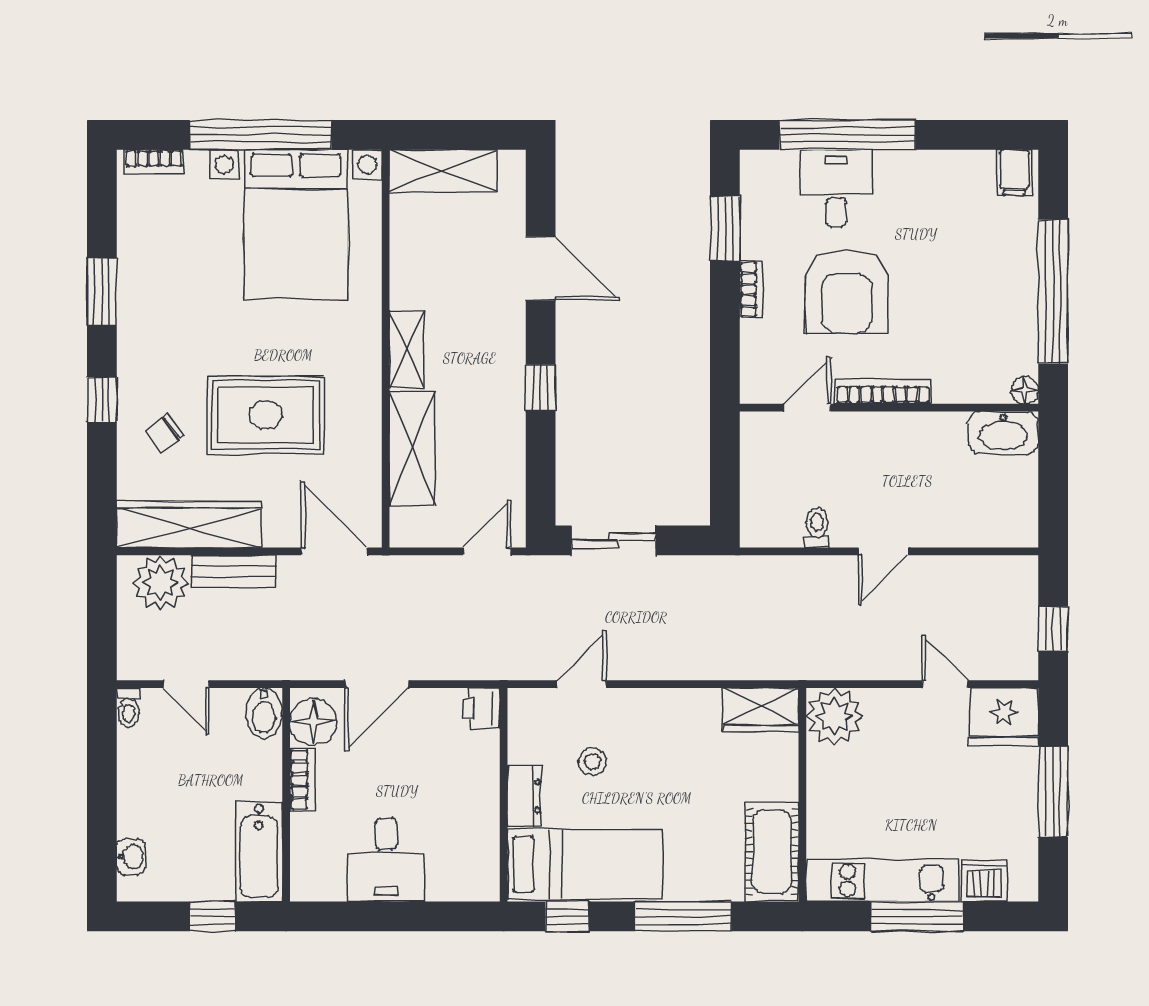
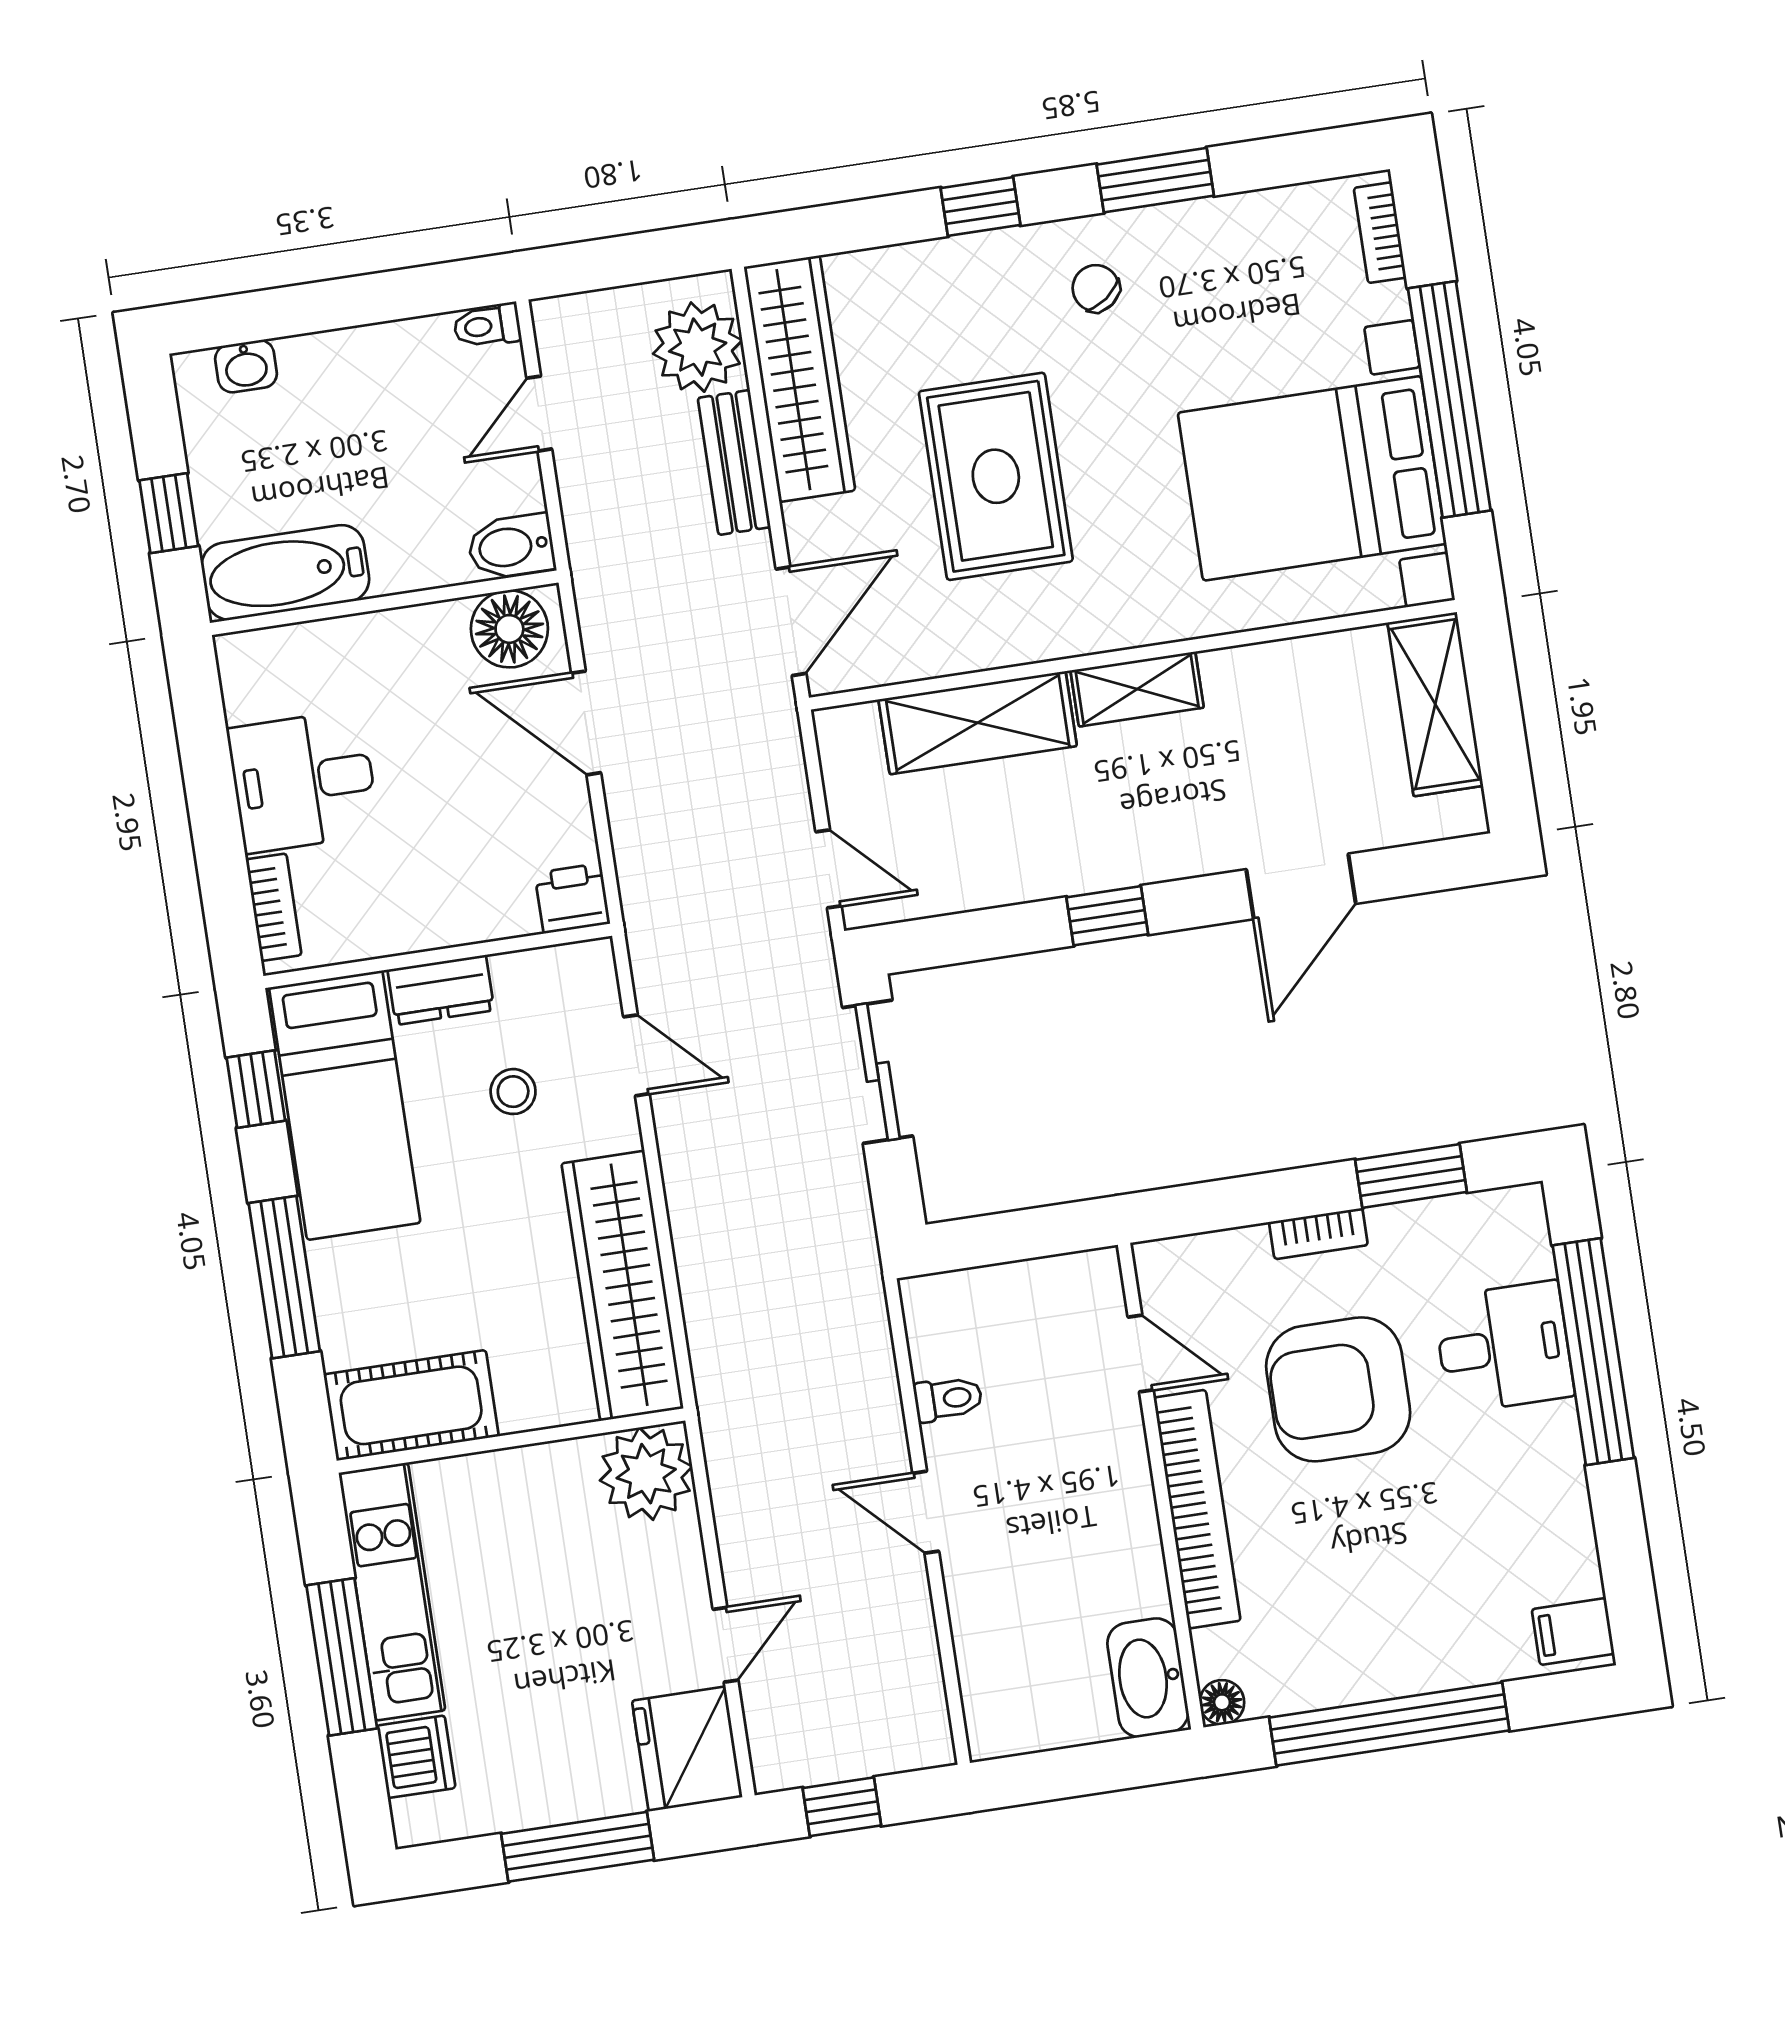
bookcase: (883, 392) -> (1197, 1509), width x1.48, depth x1.31
chair: (165, 433) -> (1096, 288), moved
wardrobe: (761, 710) -> (622, 1286), width x2.10, depth x1.17
bookcase: (302, 780) -> (274, 907), moved, turned -90

